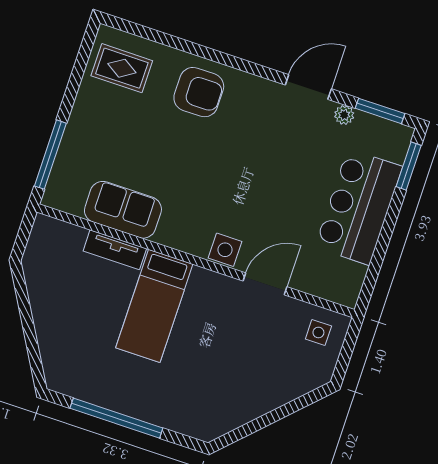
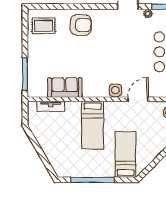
tv unit: (115, 250) -> (51, 106), moved
bed: (201, 389) -> (125, 154), added

